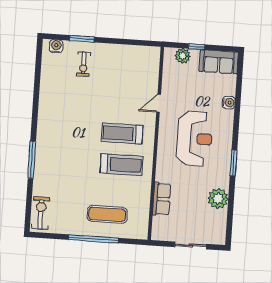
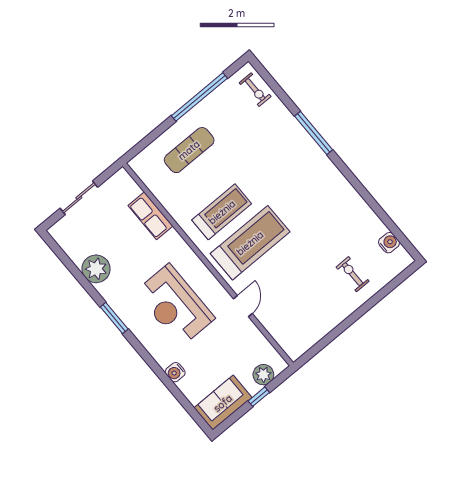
window: (82, 39) -> (378, 297), removed
water cooler: (56, 46) -> (389, 243), moved, turned -90
treadmill: (122, 133) -> (250, 243), width x1.37, depth x1.38
treadmill: (122, 165) -> (222, 212), turned 180
exercise bike: (41, 213) -> (255, 90), width x0.73, depth x0.72
window: (93, 239) -> (199, 97), moved

